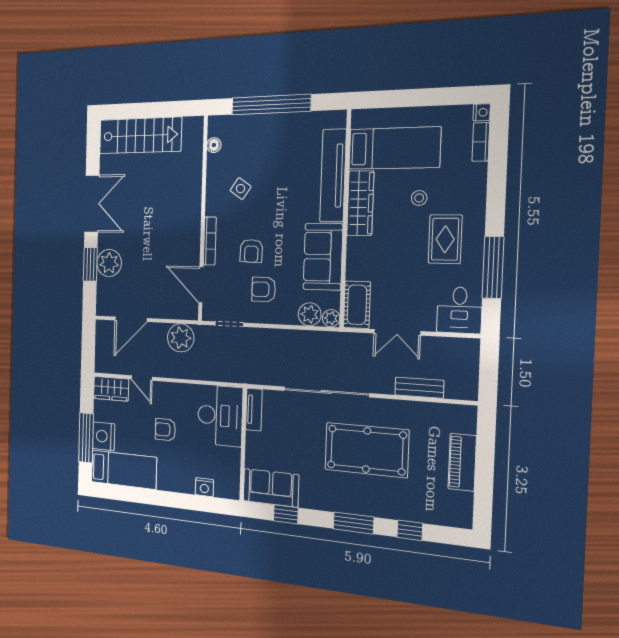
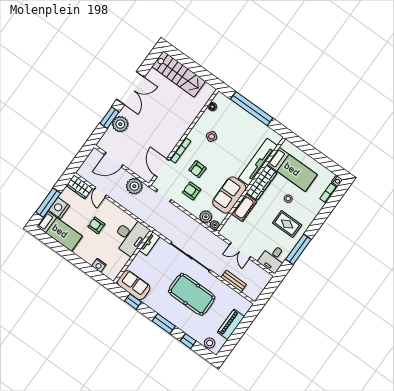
rug: (445, 239) -> (287, 224), turned 90
cot: (357, 305) -> (244, 208), moved
stool: (447, 514) -> (210, 343), added

